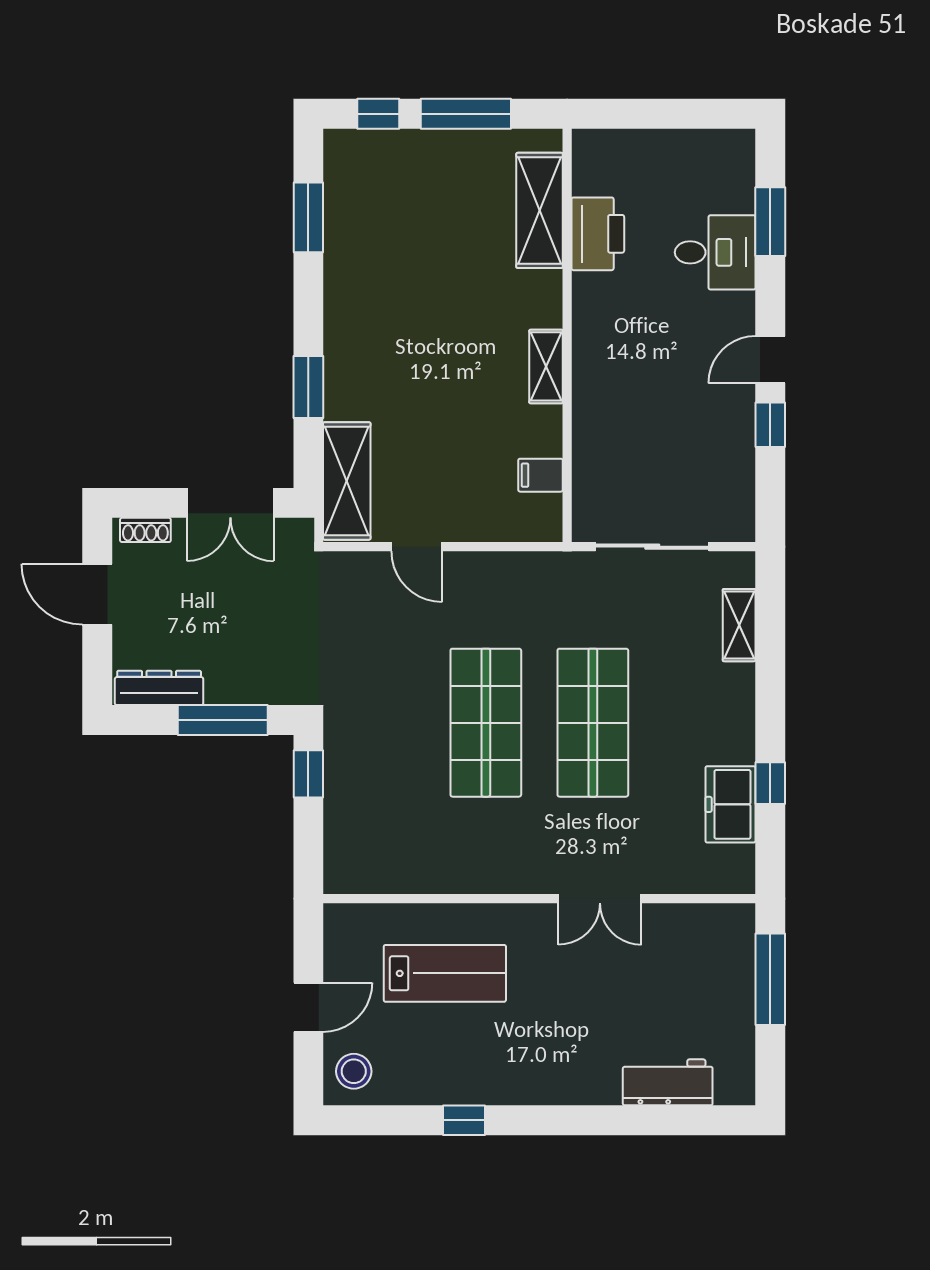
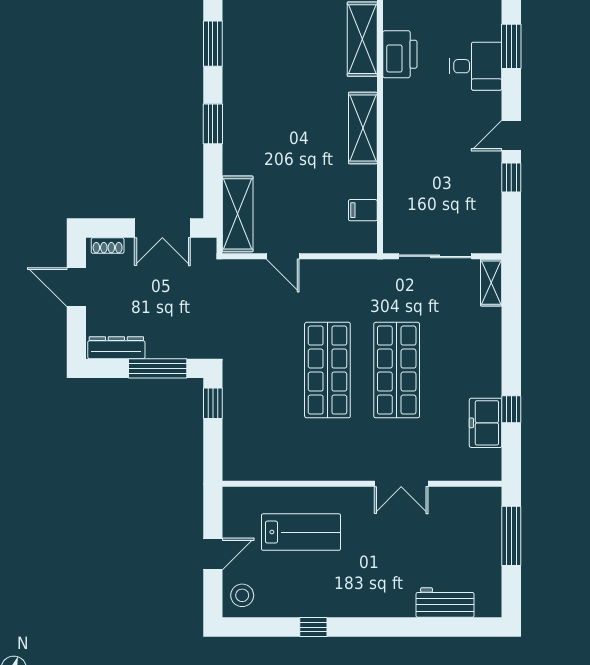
shelving: (546, 366) -> (363, 128), width x1.50, depth x1.33
window: (308, 387) -> (213, 124), moved
shelving: (739, 625) -> (491, 283), moved

